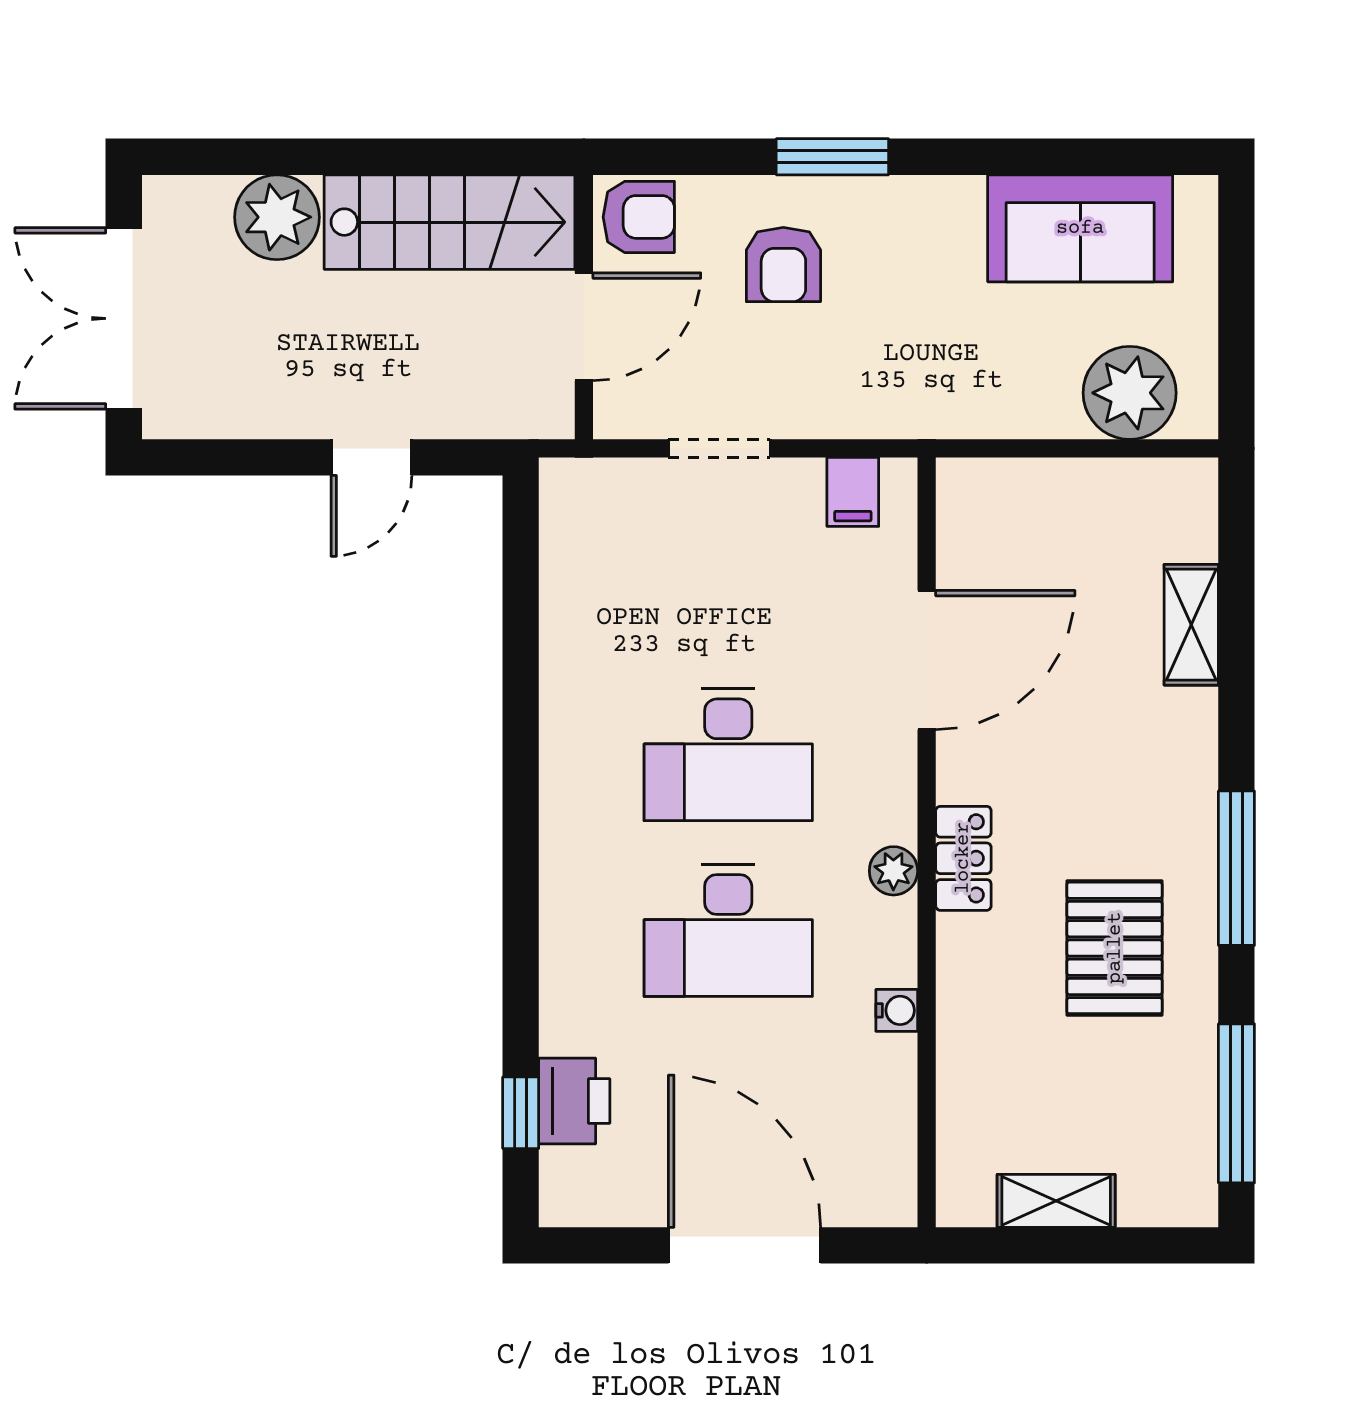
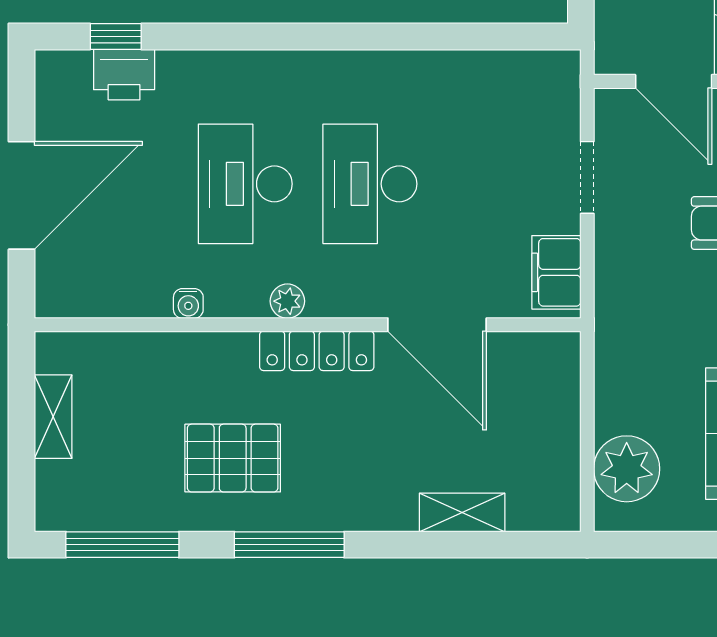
filing cabinet: (853, 492) -> (556, 272), width x2.00
locker: (963, 858) -> (317, 351), width x1.53

